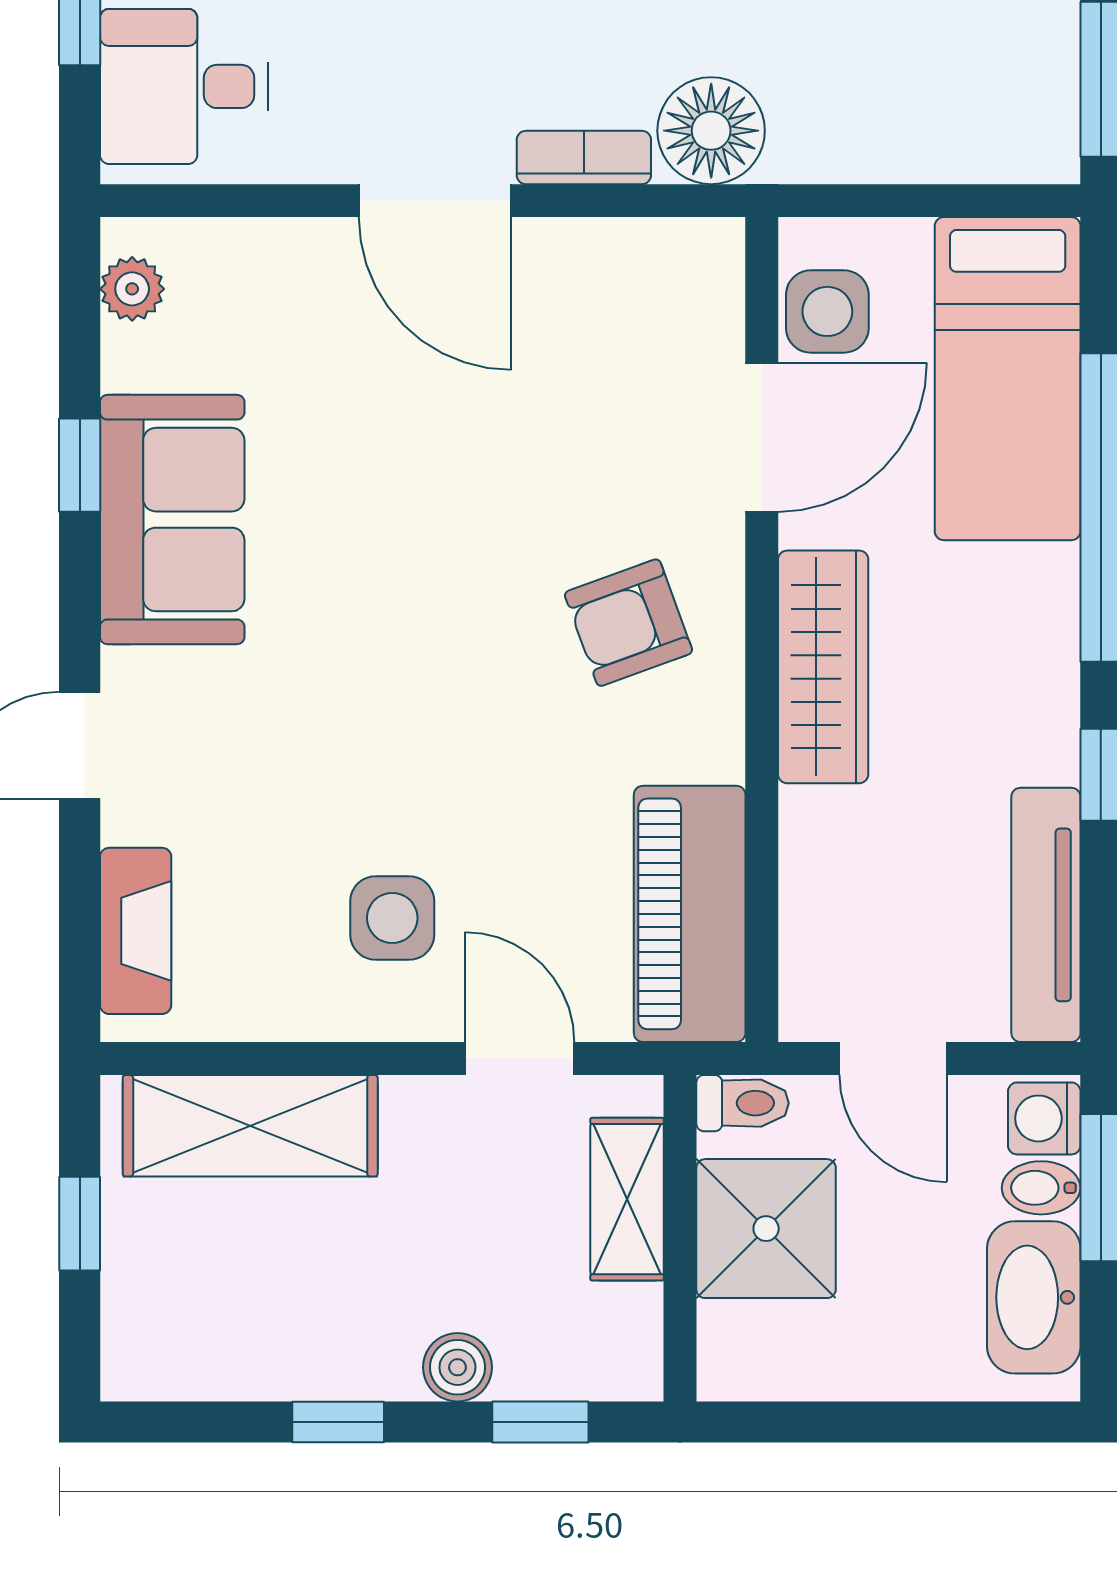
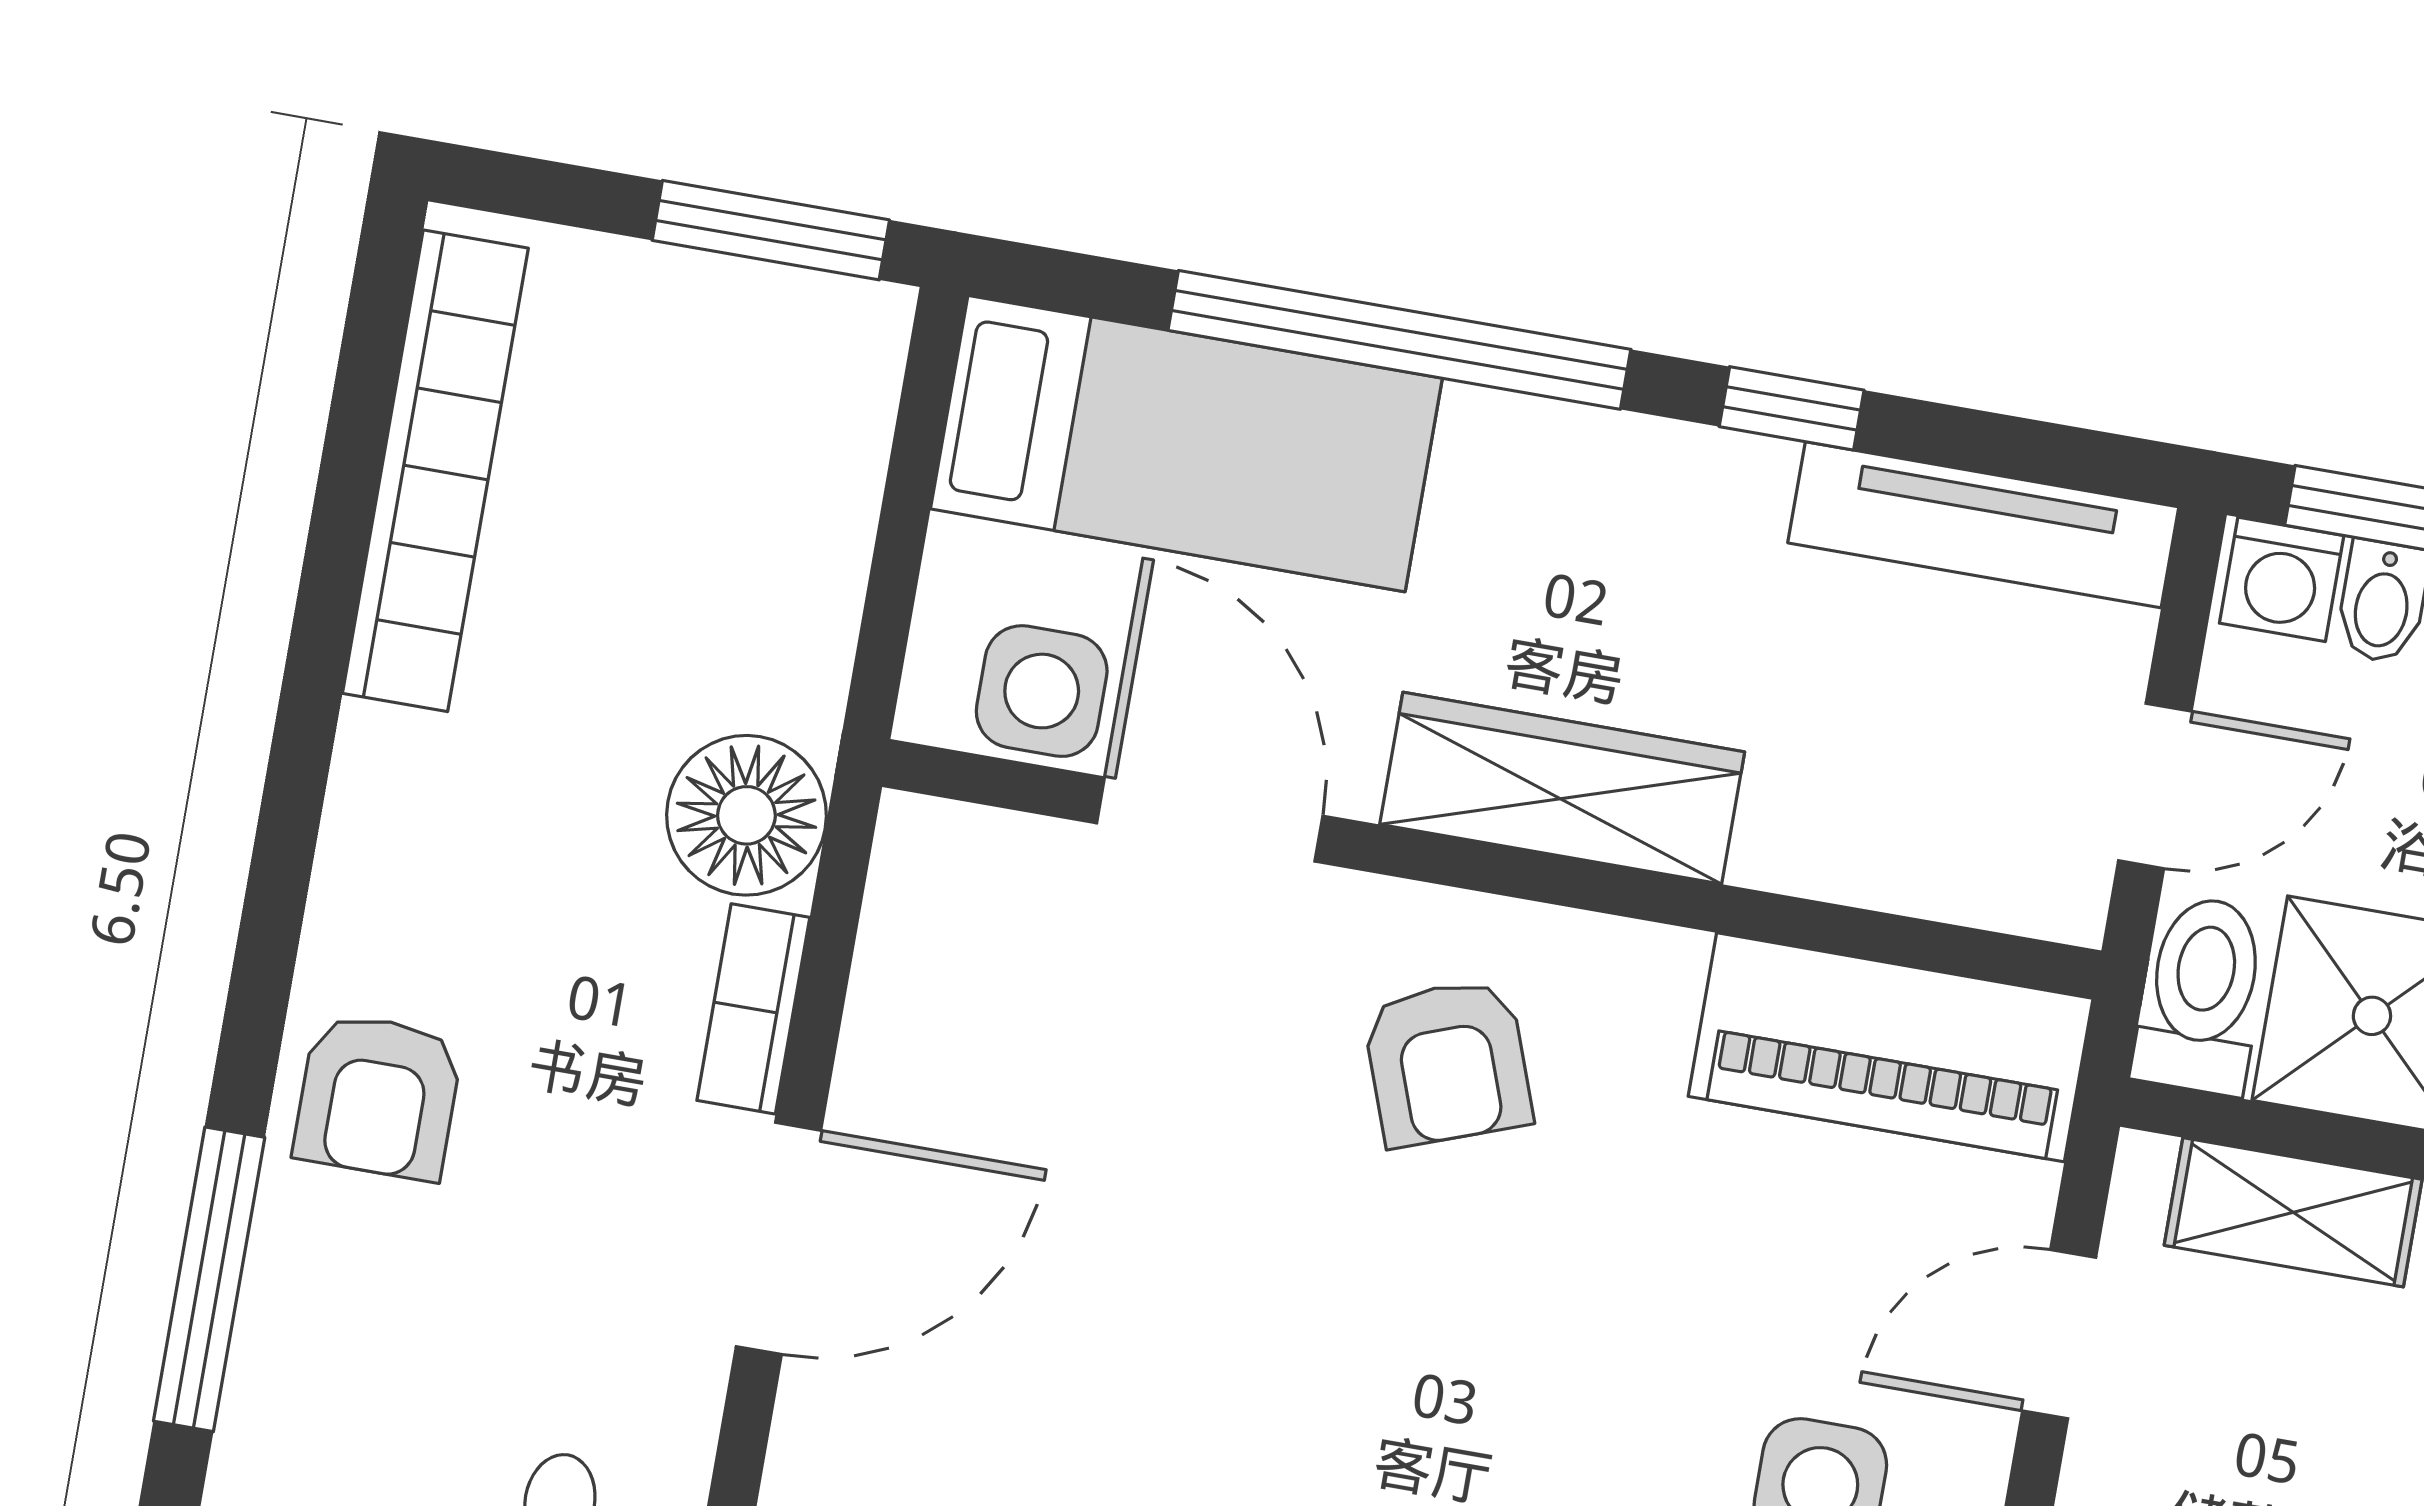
toilet: (742, 1103) -> (2202, 995), width x1.37, depth x1.39

